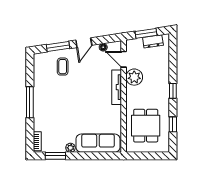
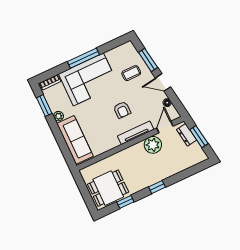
dresser: (153, 41) -> (187, 135), moved
armchair: (91, 90) -> (122, 110), added
corner sofa: (51, 107) -> (88, 79), added
dining table: (146, 126) -> (108, 188), moved

